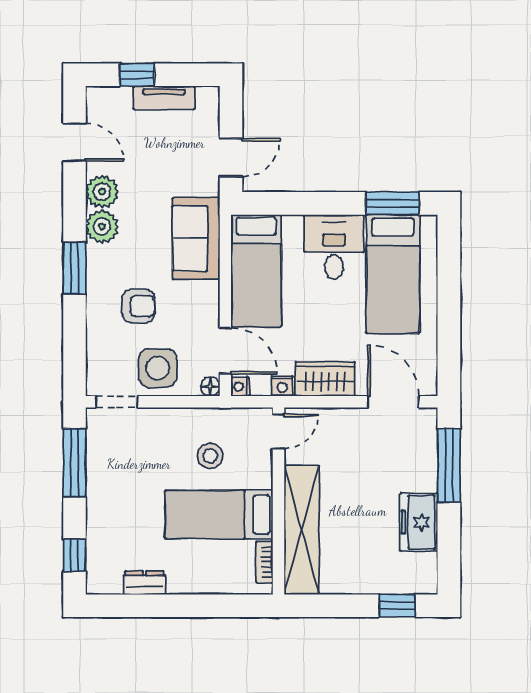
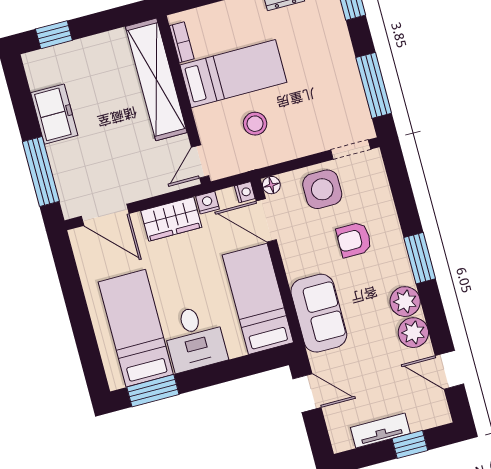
door: (231, 158) -> (307, 393), swing flipped

